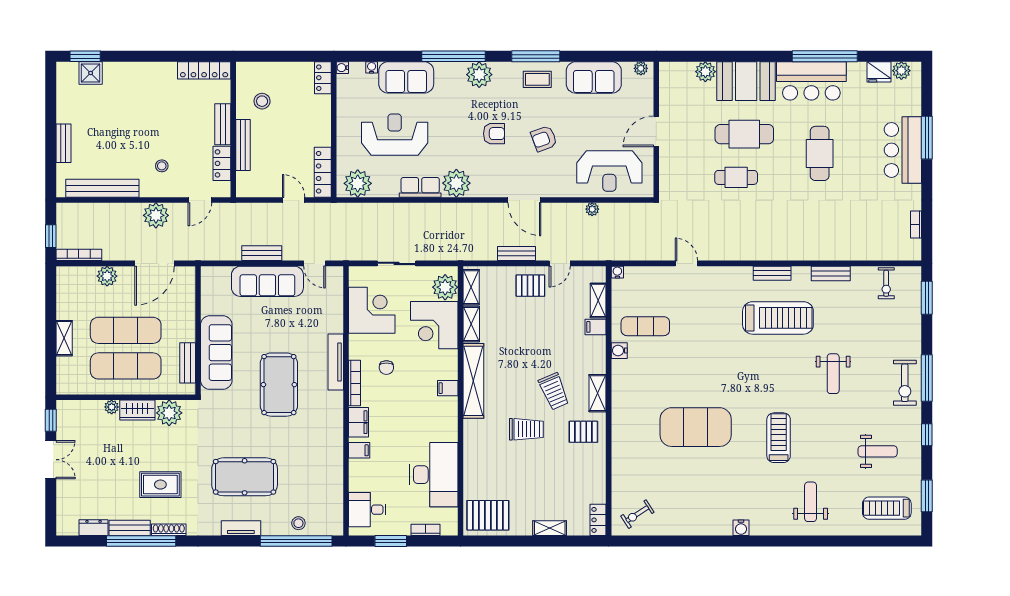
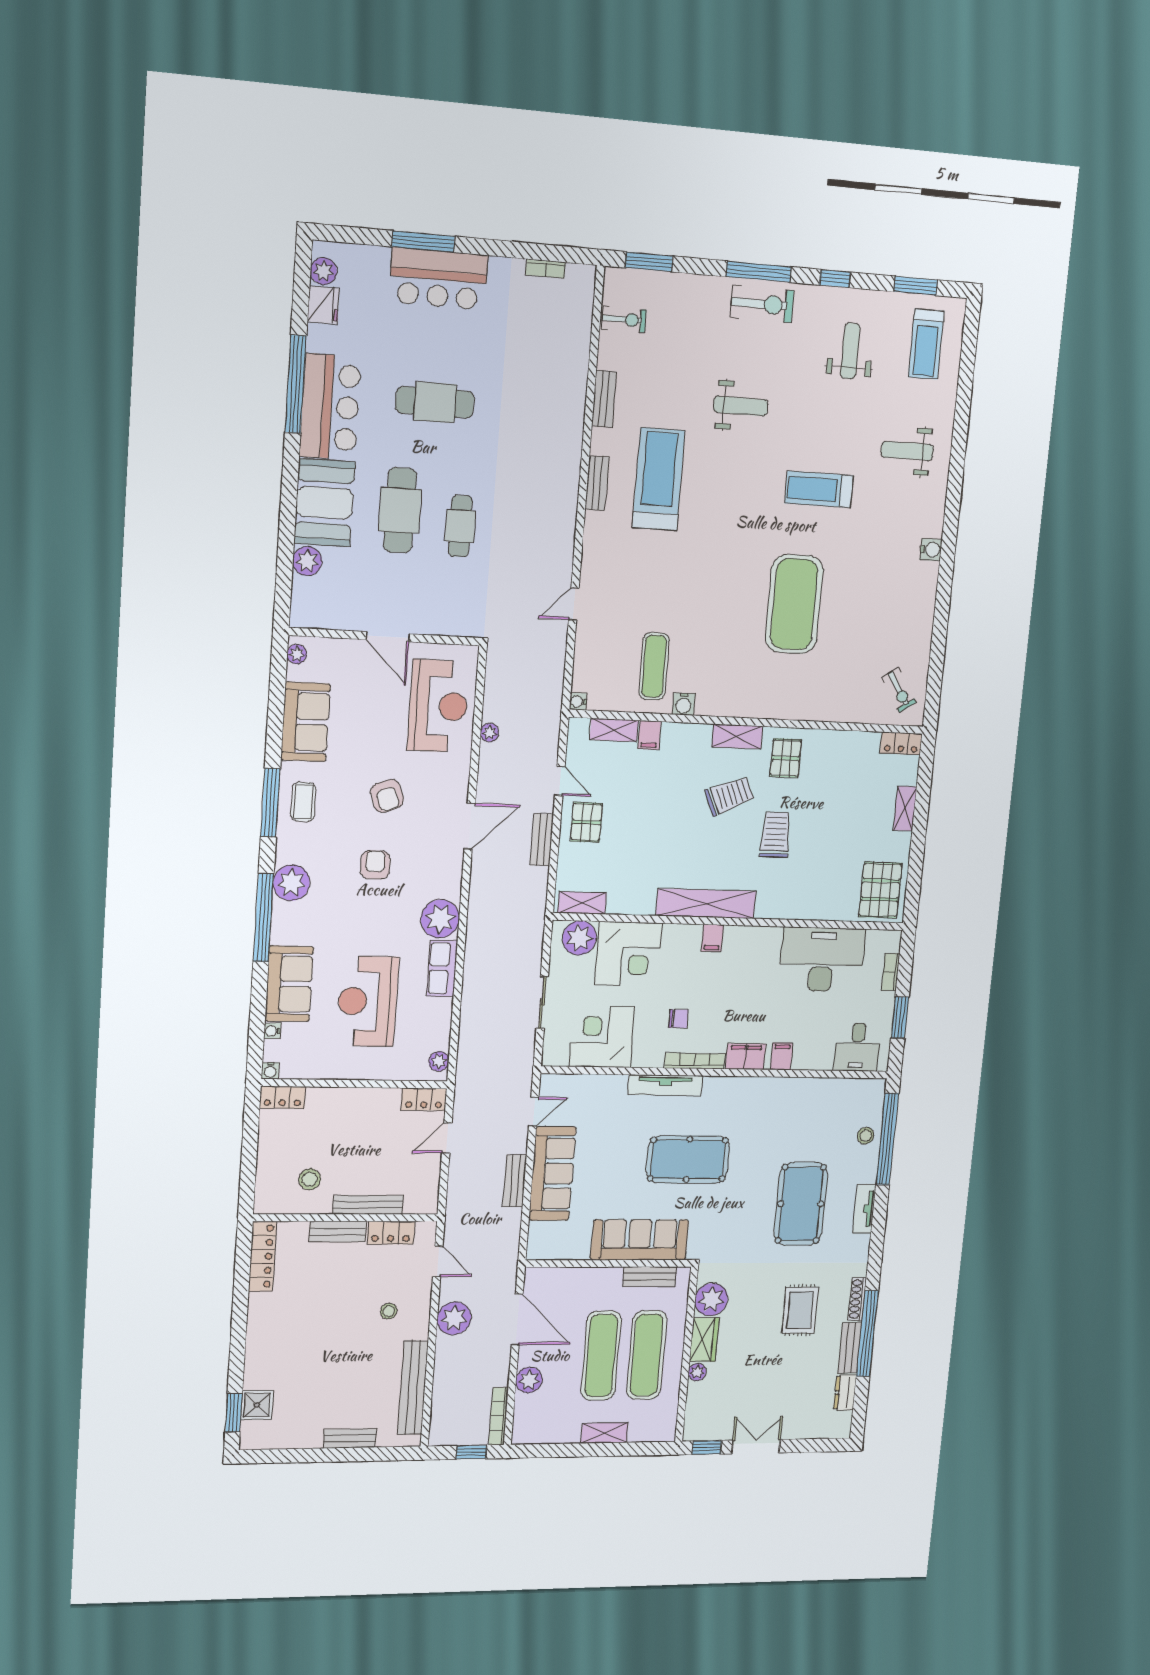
locker: (323, 172) -> (424, 1099), width x0.66
plant: (358, 183) -> (439, 1061), width x0.53, depth x0.53
shelving: (471, 324) -> (631, 904), removed

